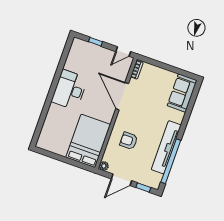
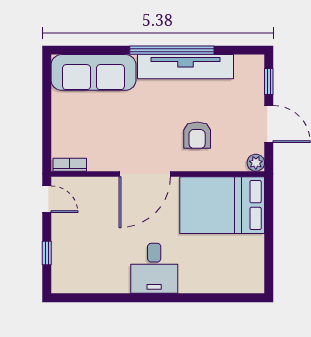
desk: (70, 90) -> (154, 268), width x0.73
sofa: (182, 93) -> (93, 72), width x1.36
door: (122, 96) -> (145, 174), moved
window: (171, 161) -> (172, 50), moved

